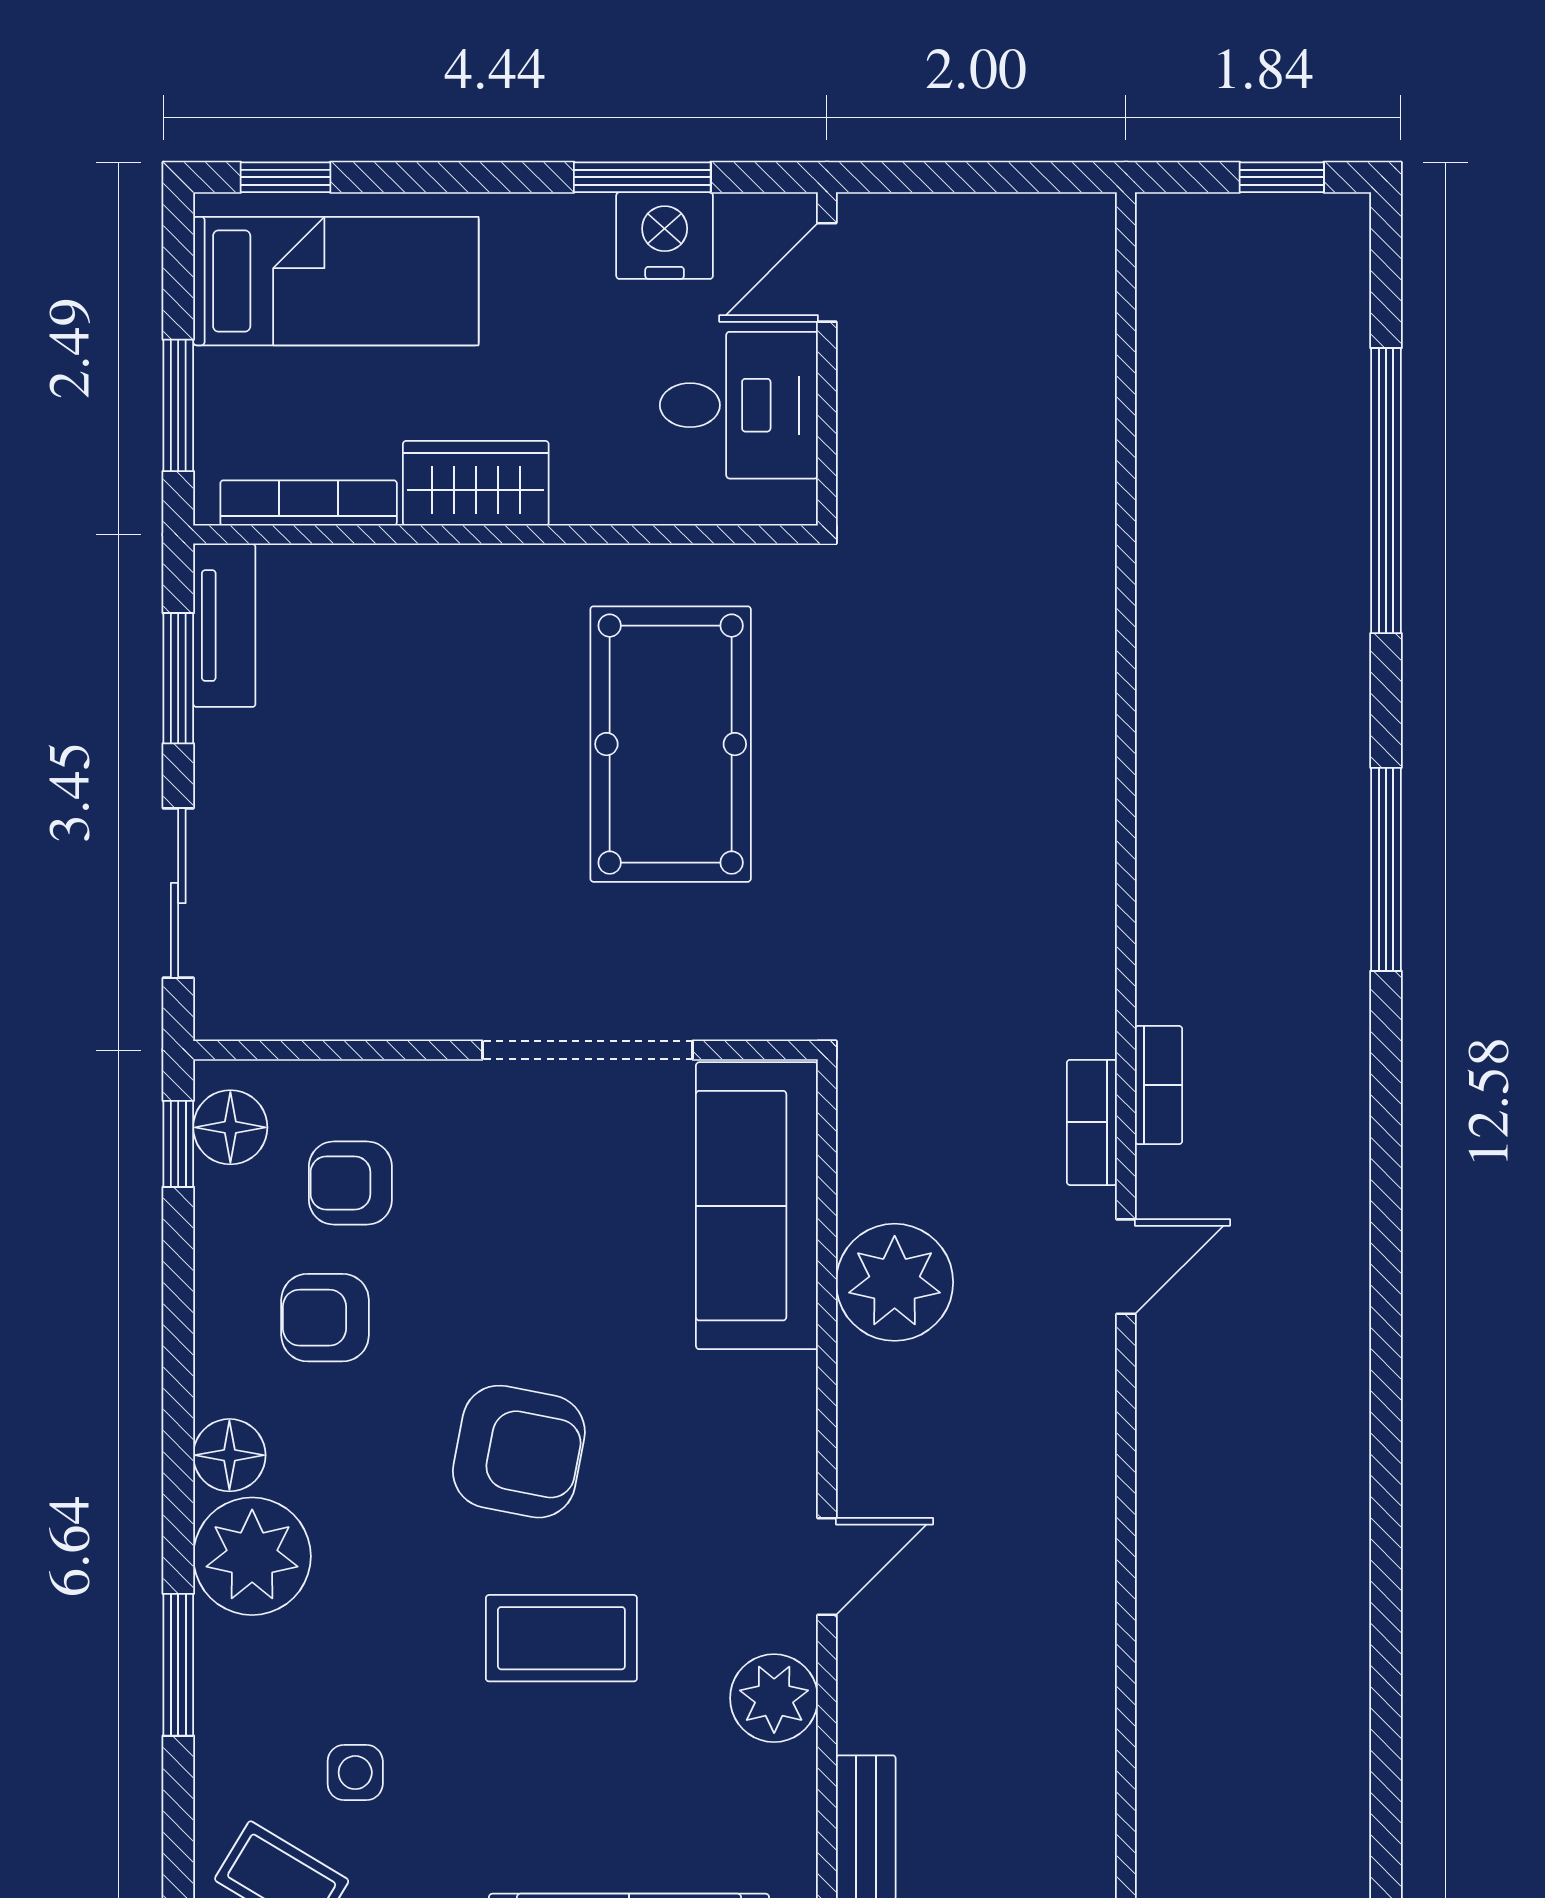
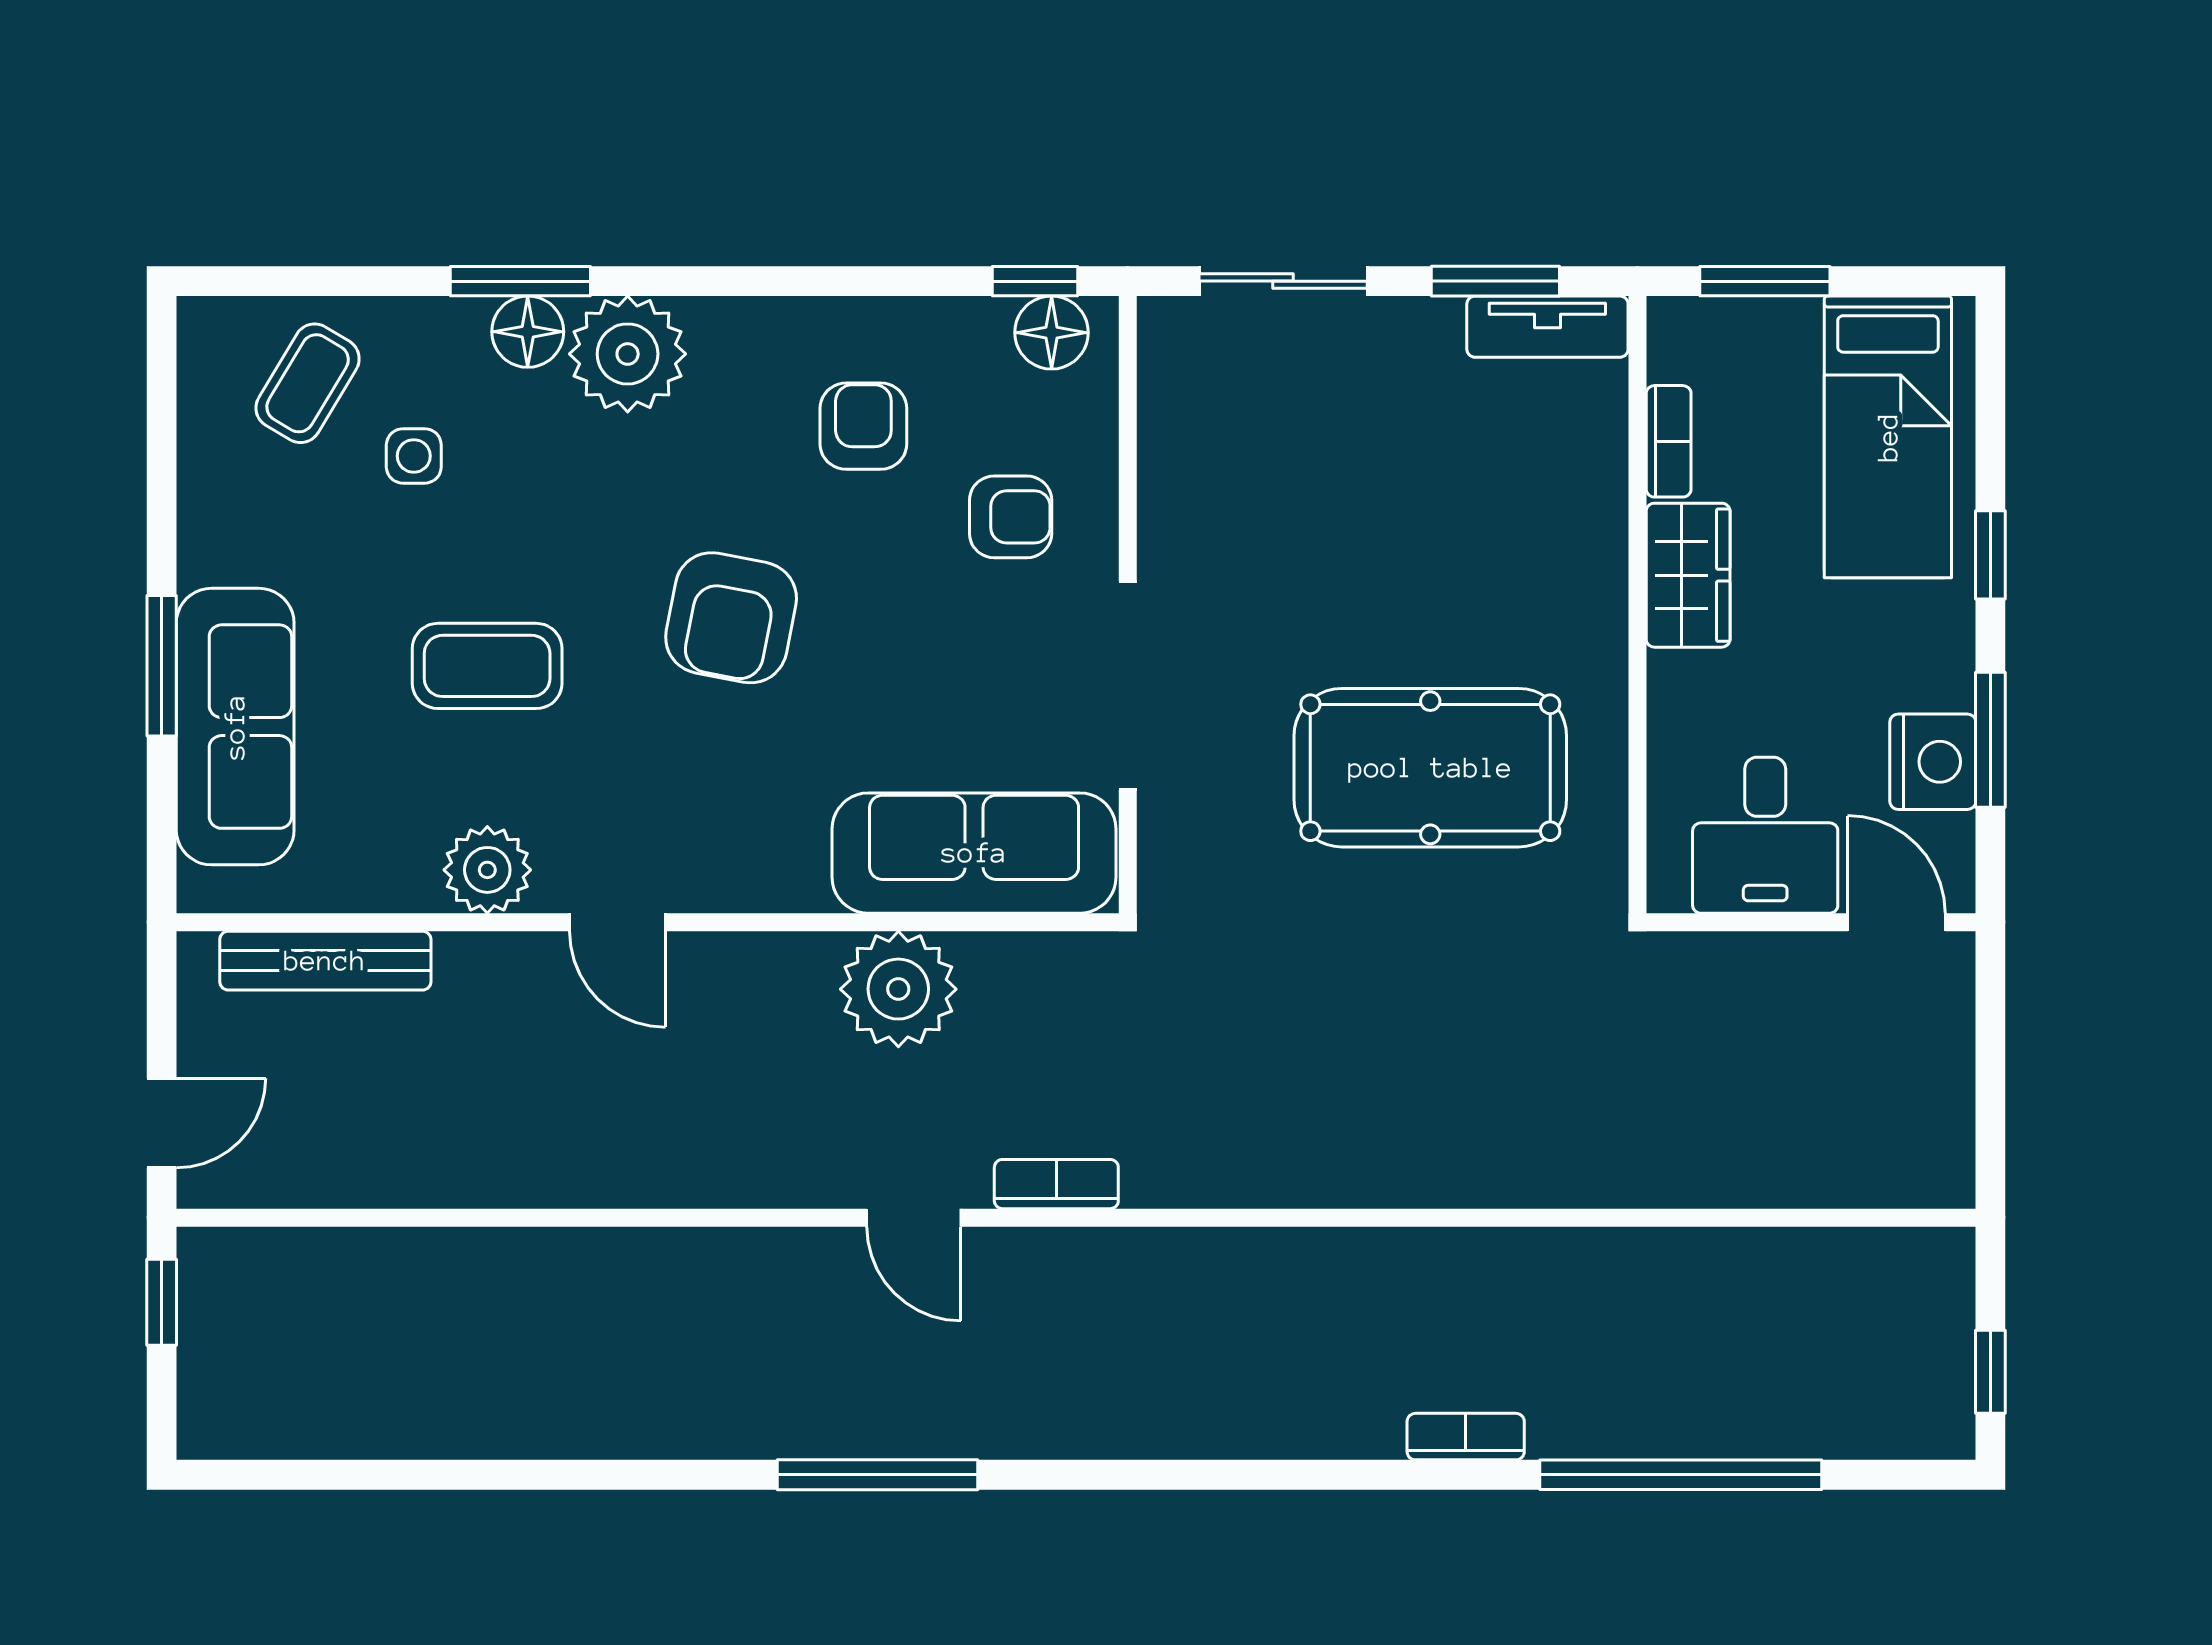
window: (286, 177) -> (1990, 555), moved
bookcase: (309, 503) -> (1669, 441), width x0.64
window: (1386, 869) -> (878, 1475), moved
bookcase: (1159, 1085) -> (1466, 1437), moved, turned 180
armchair: (350, 1183) -> (1011, 517), moved, turned 90
floor lamp: (229, 1455) -> (528, 332), moved
coffee table: (561, 1638) -> (487, 666), moved, turned 90

